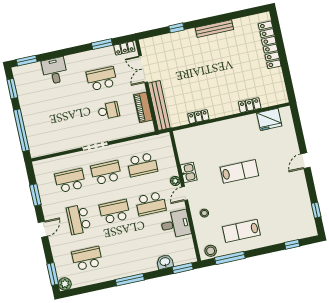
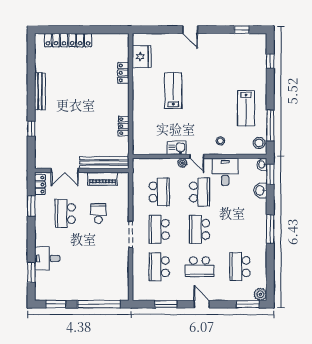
window: (27, 61) -> (31, 272), moved
lab bench: (239, 171) -> (173, 91), moved
washbasin: (190, 258) -> (262, 165), added

